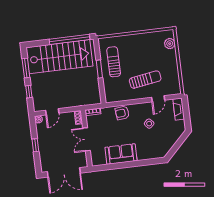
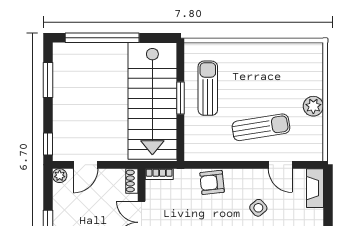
window: (70, 39) -> (102, 38), moved
plant: (170, 44) -> (313, 106), moved
stairs: (59, 57) -> (152, 101), moved, turned 90
window: (29, 92) -> (48, 144), moved
door: (158, 99) -> (280, 165), hinge flipped

